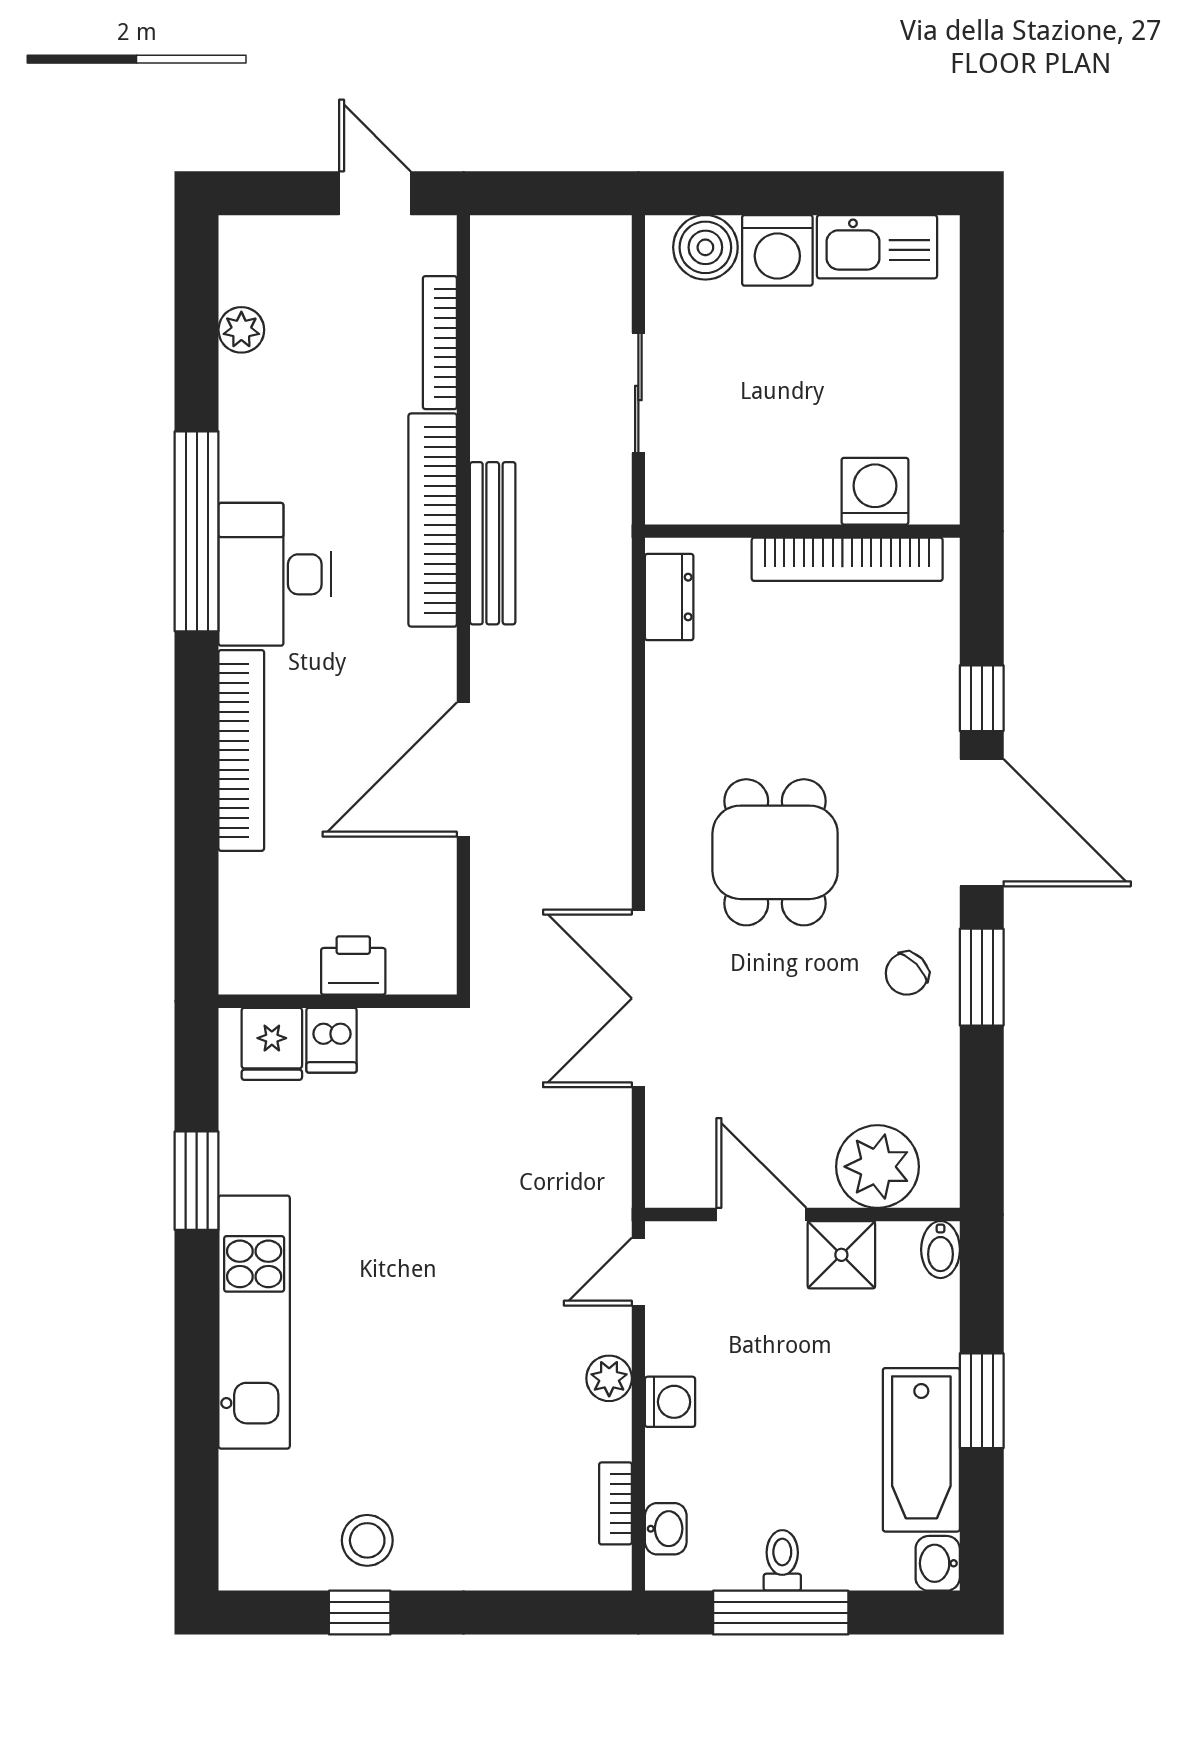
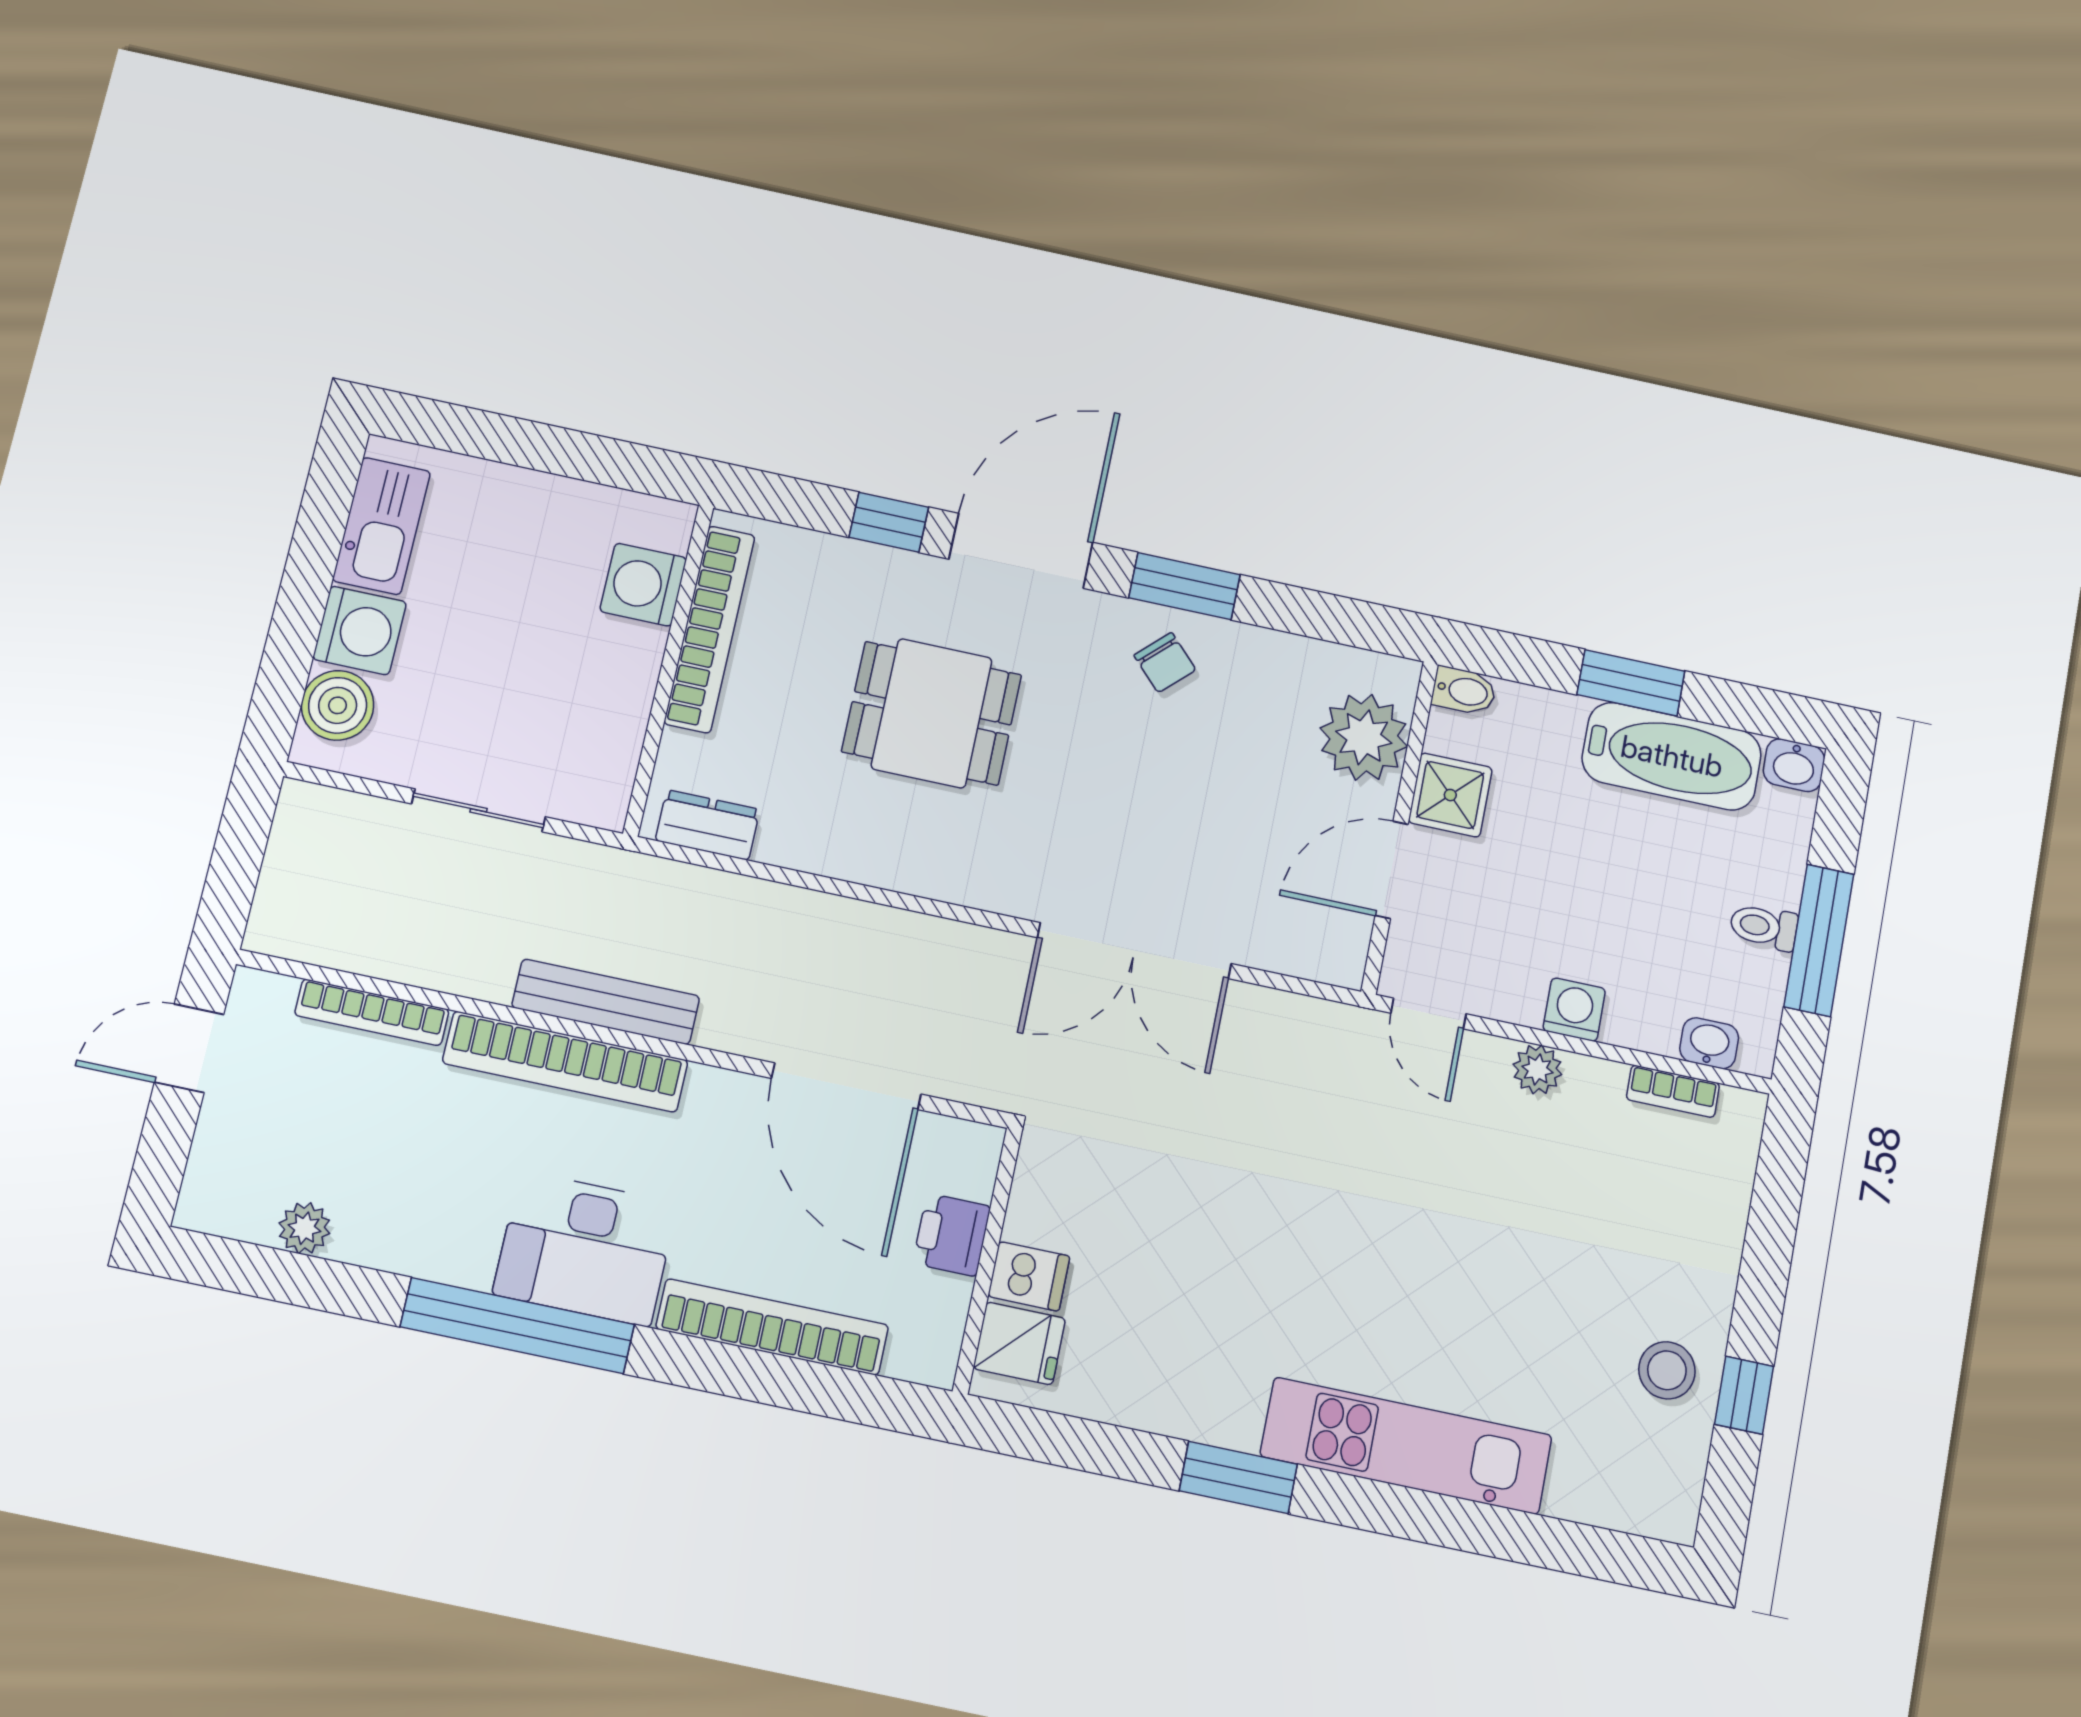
dining table: (775, 852) -> (932, 713), moved
printer: (353, 966) -> (952, 1235), moved
wall: (338, 1001) -> (987, 1260), moved
dishwasher: (331, 1040) -> (1029, 1276), moved
fridge: (272, 1044) -> (1019, 1343), moved

